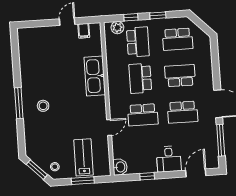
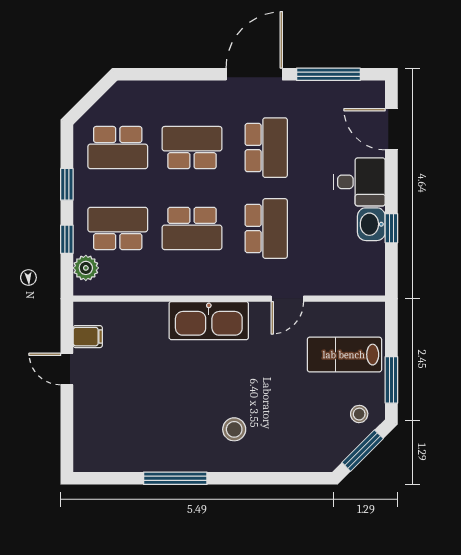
school desk: (178, 39) -> (118, 148), turned 90
kitchen sink: (95, 76) -> (209, 321), moved
school desk: (180, 76) -> (192, 148), turned 90
window: (19, 103) -> (175, 478), moved
door: (109, 128) -> (287, 299), swing flipped
washbasin: (120, 167) -> (371, 224), moved, turned -90
window: (83, 181) -> (391, 380), moved

